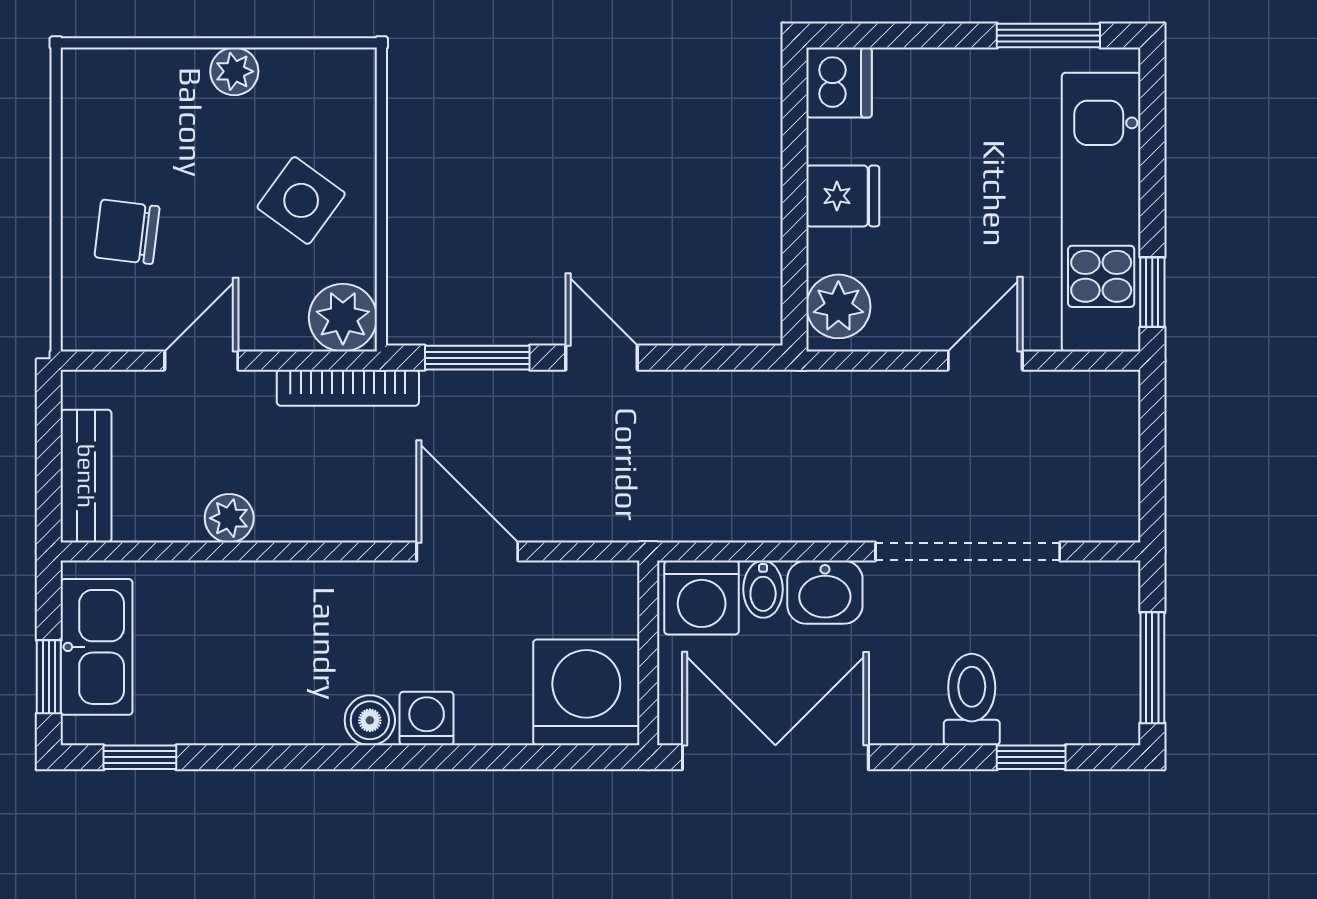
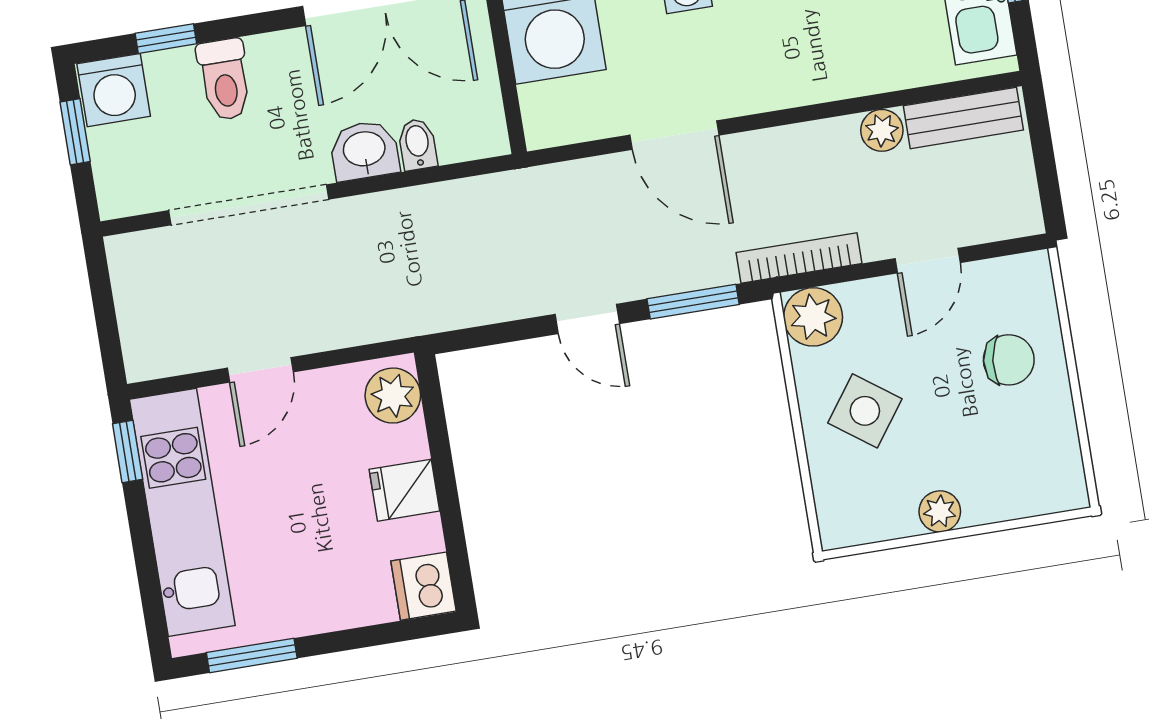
bench: (86, 476) -> (963, 118), moved, turned 90
washing machine: (702, 598) -> (114, 90), moved, turned 180
window: (1152, 668) -> (75, 132), width x0.67

